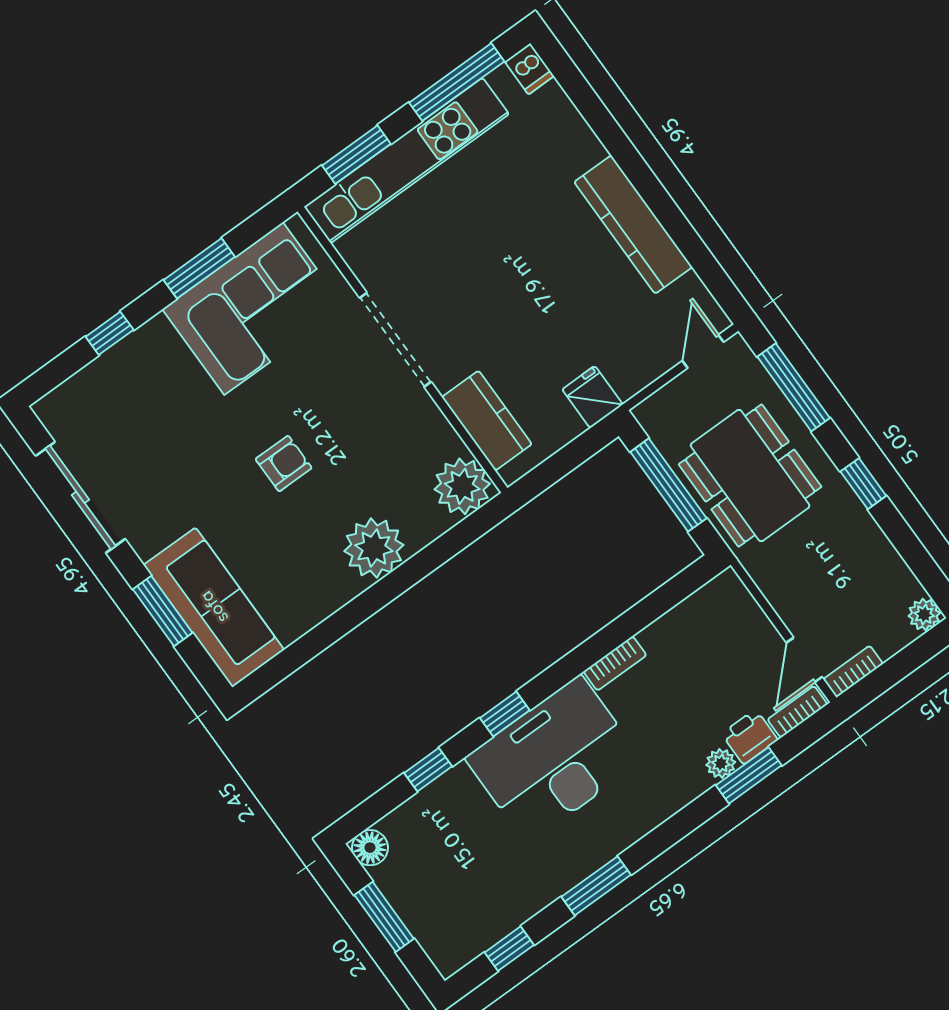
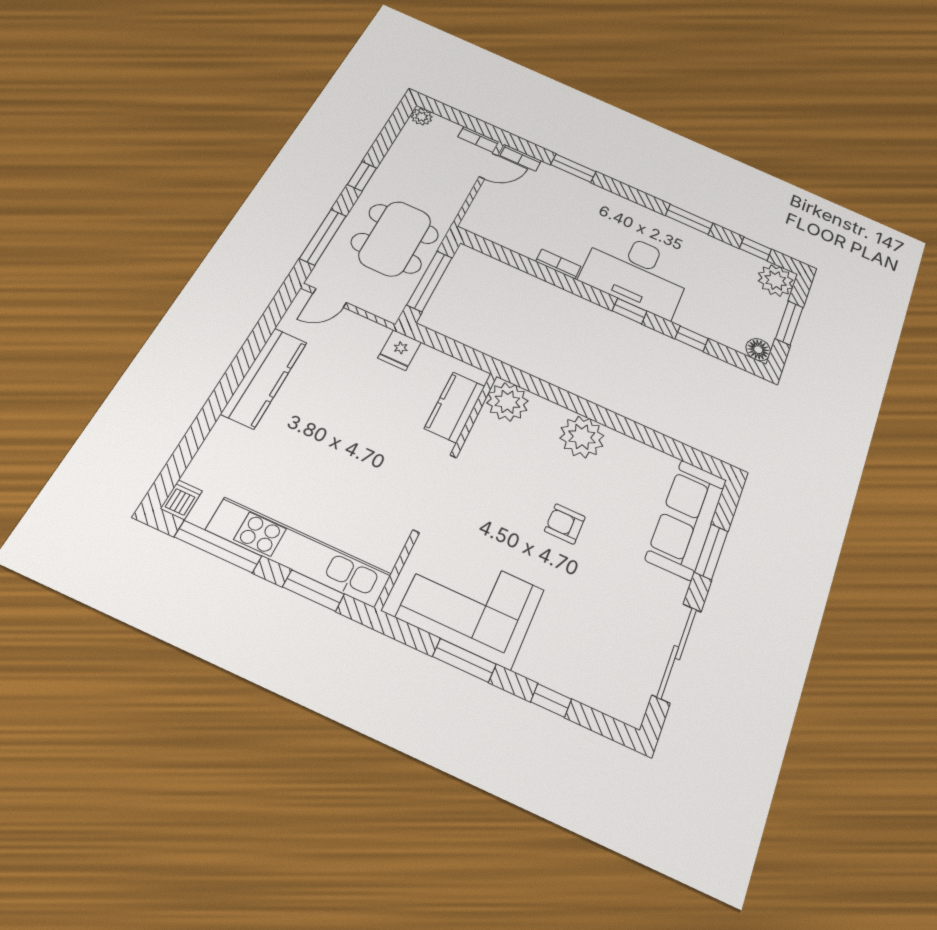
printer: (750, 737) -> (552, 176), removed
plant: (721, 763) -> (776, 280), moved, width x1.88, depth x1.88

